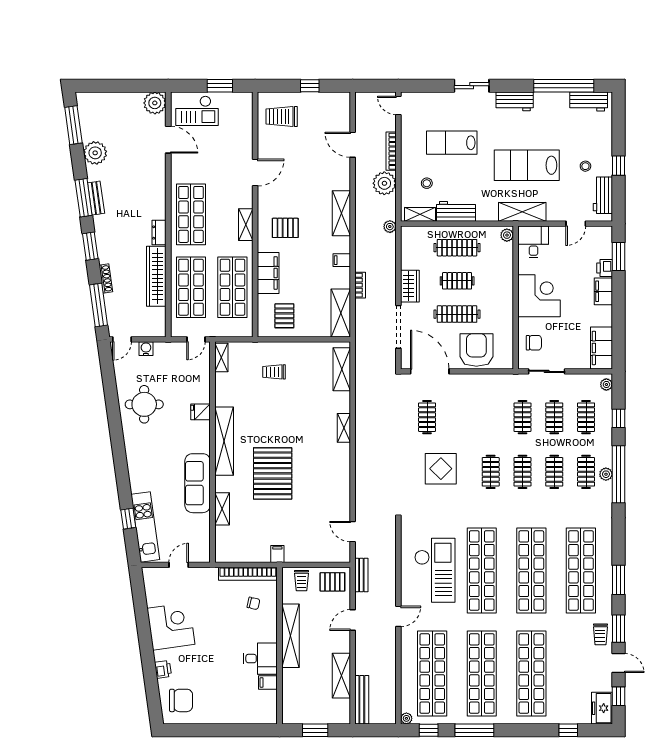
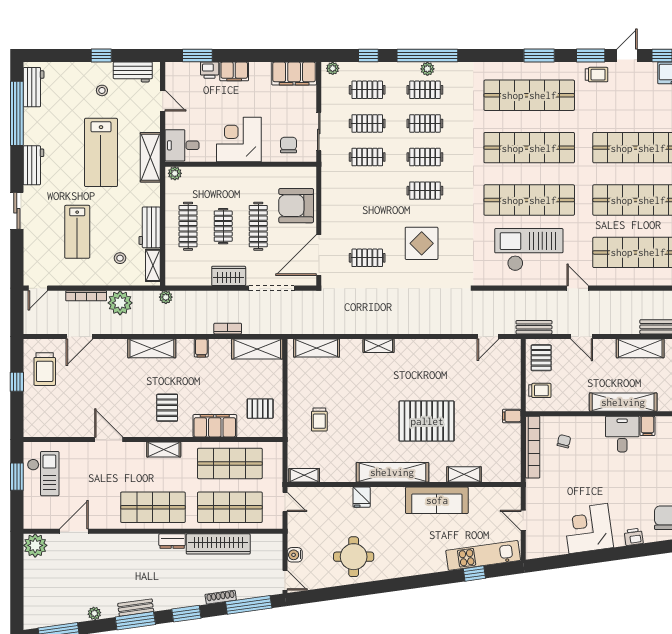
checkout: (197, 111) -> (43, 474), moved
trolley: (282, 116) -> (45, 369), moved
plant: (95, 153) -> (94, 613), width x0.53, depth x0.53
shelving: (290, 636) -> (623, 402), moved

